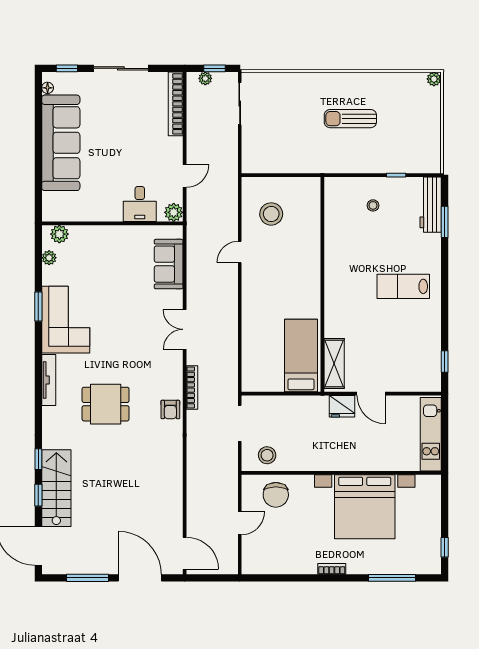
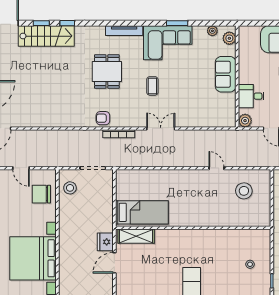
sofa: (169, 264) -> (226, 74), moved, turned -90
coffee table: (126, 341) -> (152, 86), added

